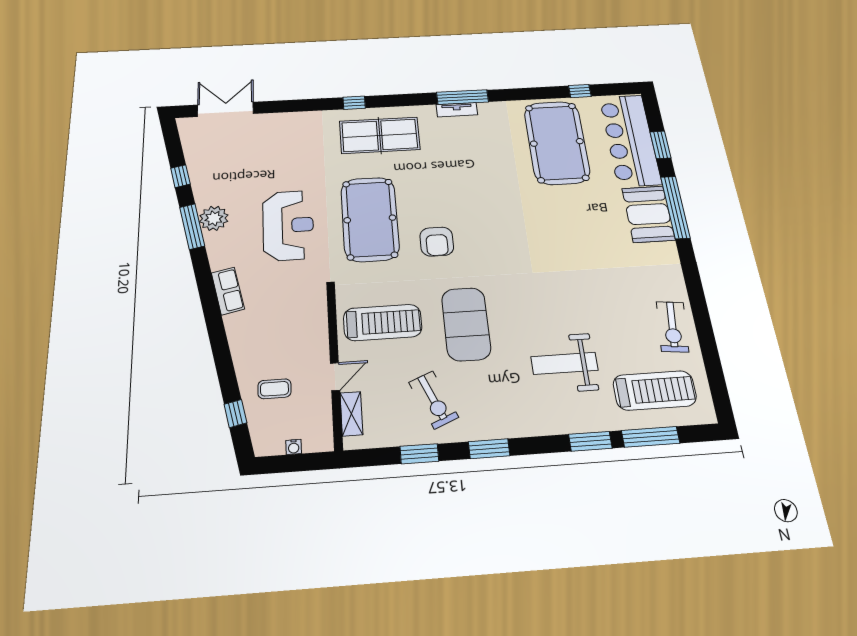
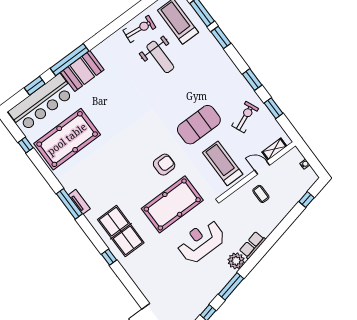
plant: (214, 218) -> (236, 261), moved
weight bench: (564, 363) -> (160, 57), moved
coffee table: (274, 389) -> (261, 194), moved

